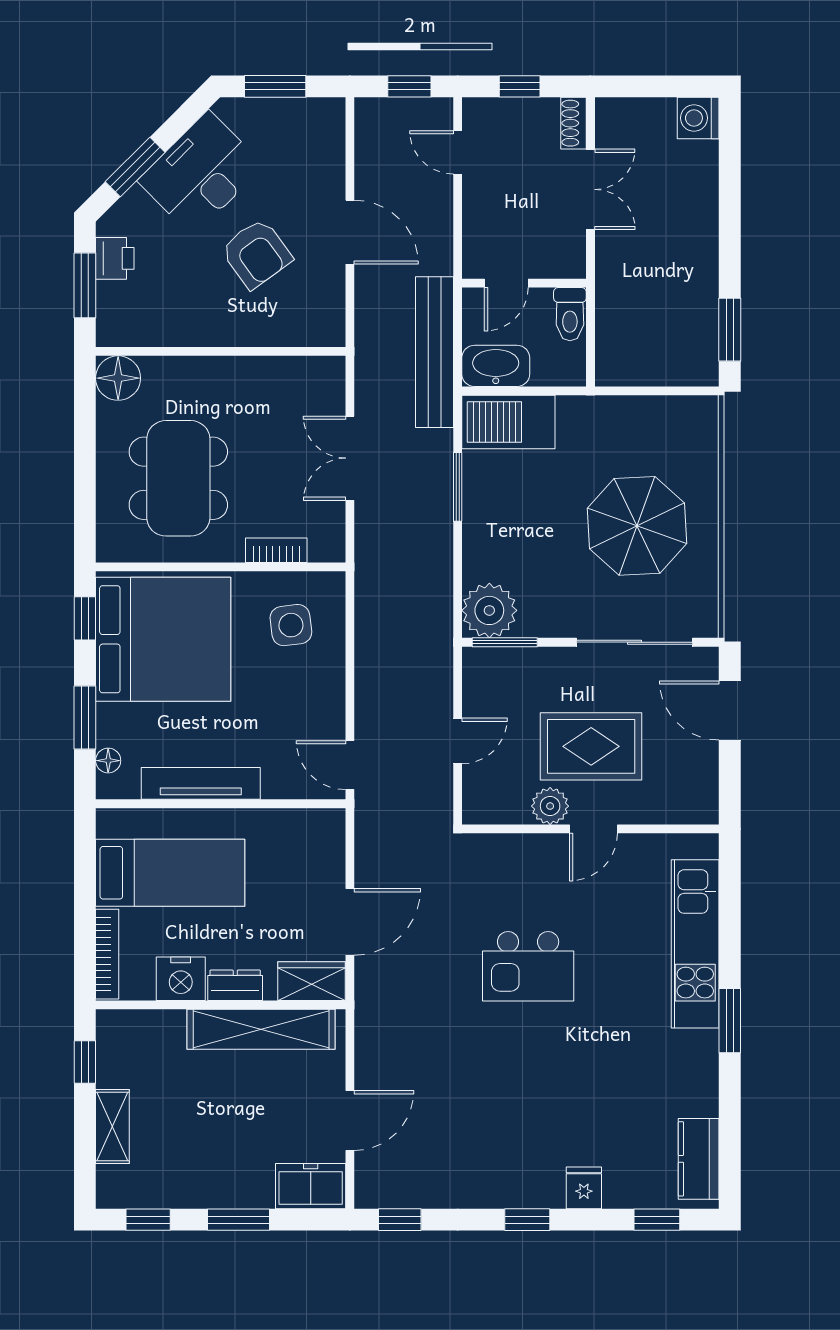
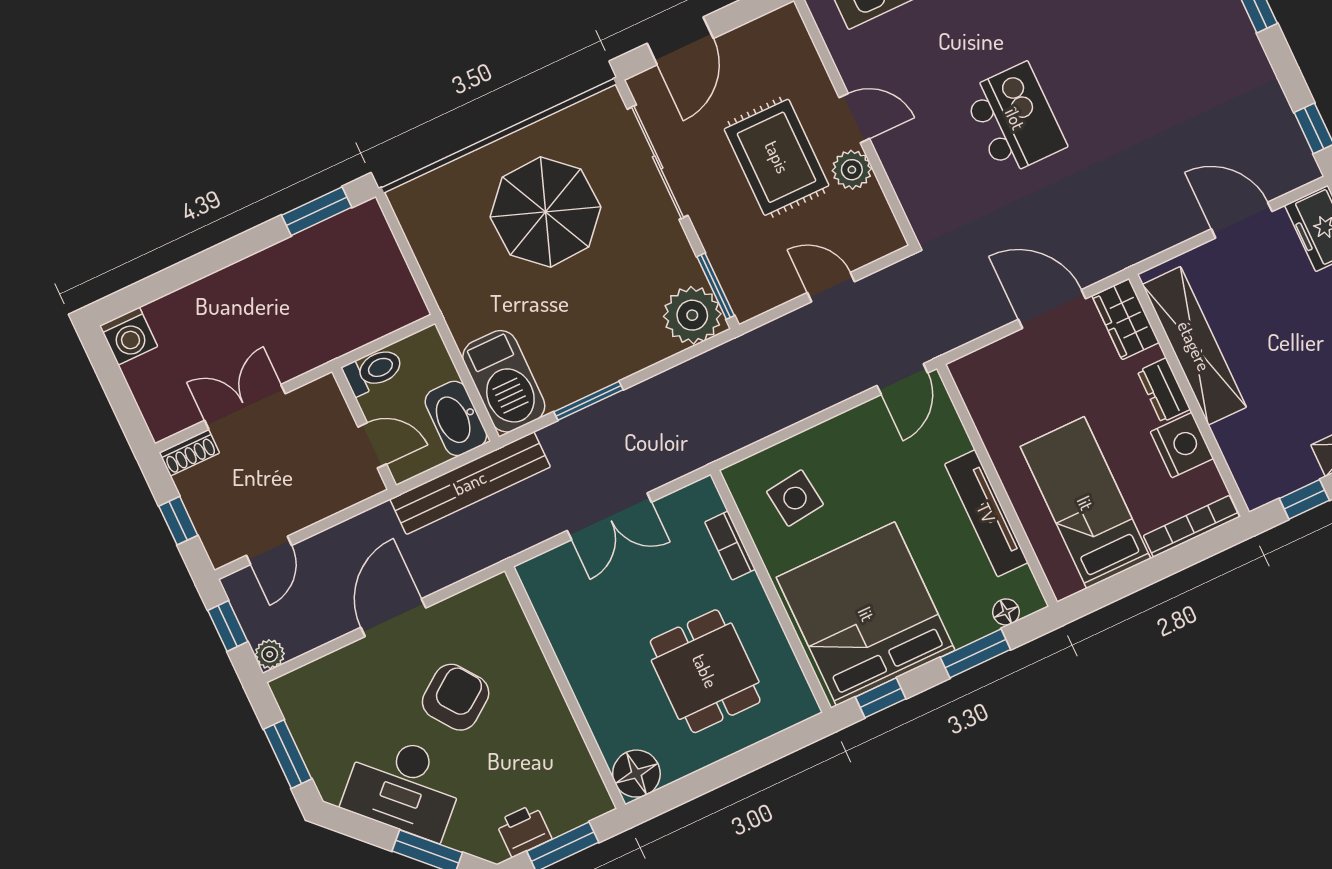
plant: (368, 111) -> (270, 654), added
dining table: (178, 478) -> (705, 671), width x0.73

